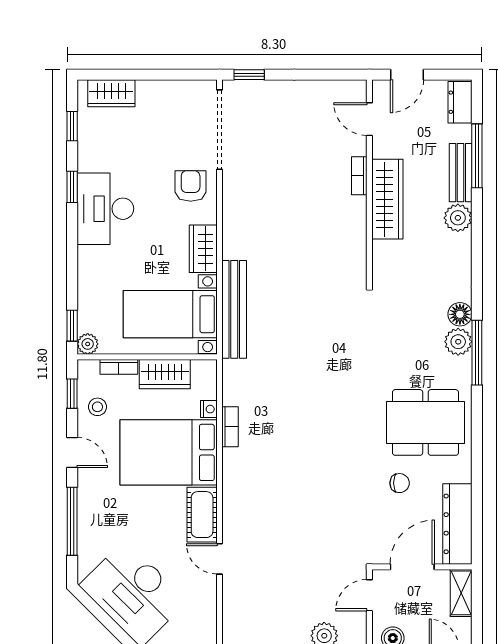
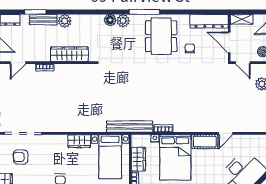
window: (477, 156) -> (35, 12), width x0.69
armchair: (191, 186) -> (21, 157), moved
wardrobe: (387, 199) -> (69, 54), moved
bench: (234, 309) -> (130, 126), moved
window: (477, 353) -> (144, 12), moved

